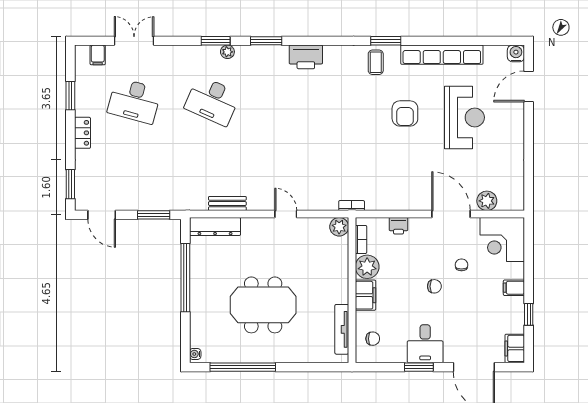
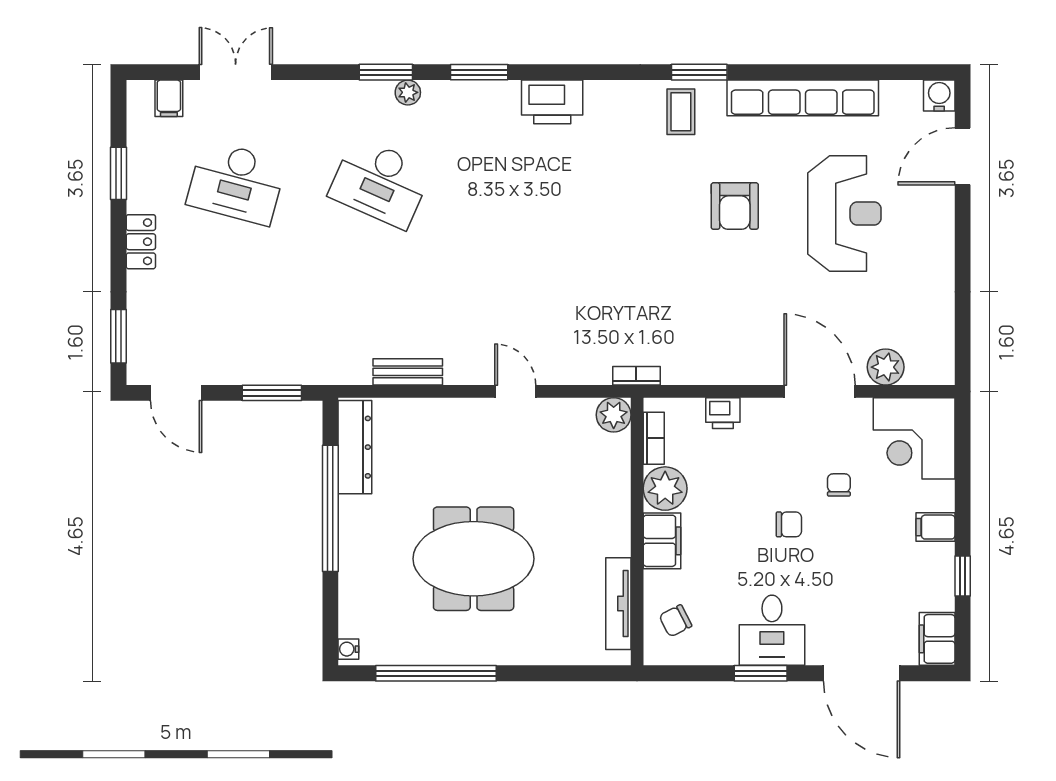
dresser: (215, 227) -> (355, 447), moved, turned -90
chair: (373, 339) -> (675, 621), turned 153

